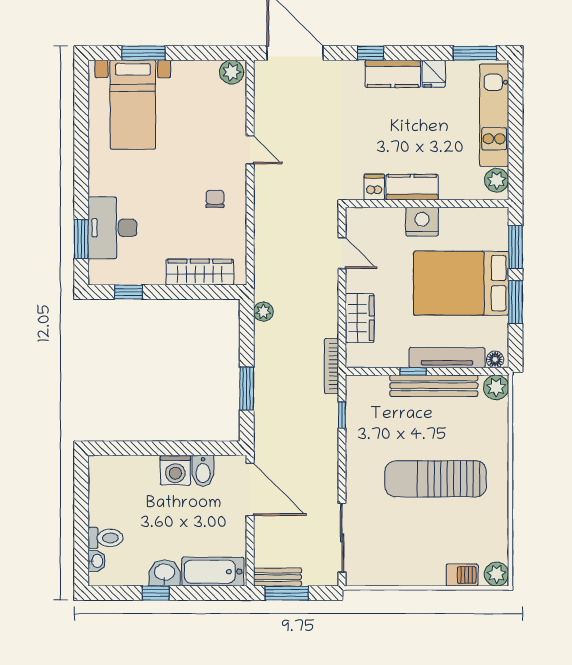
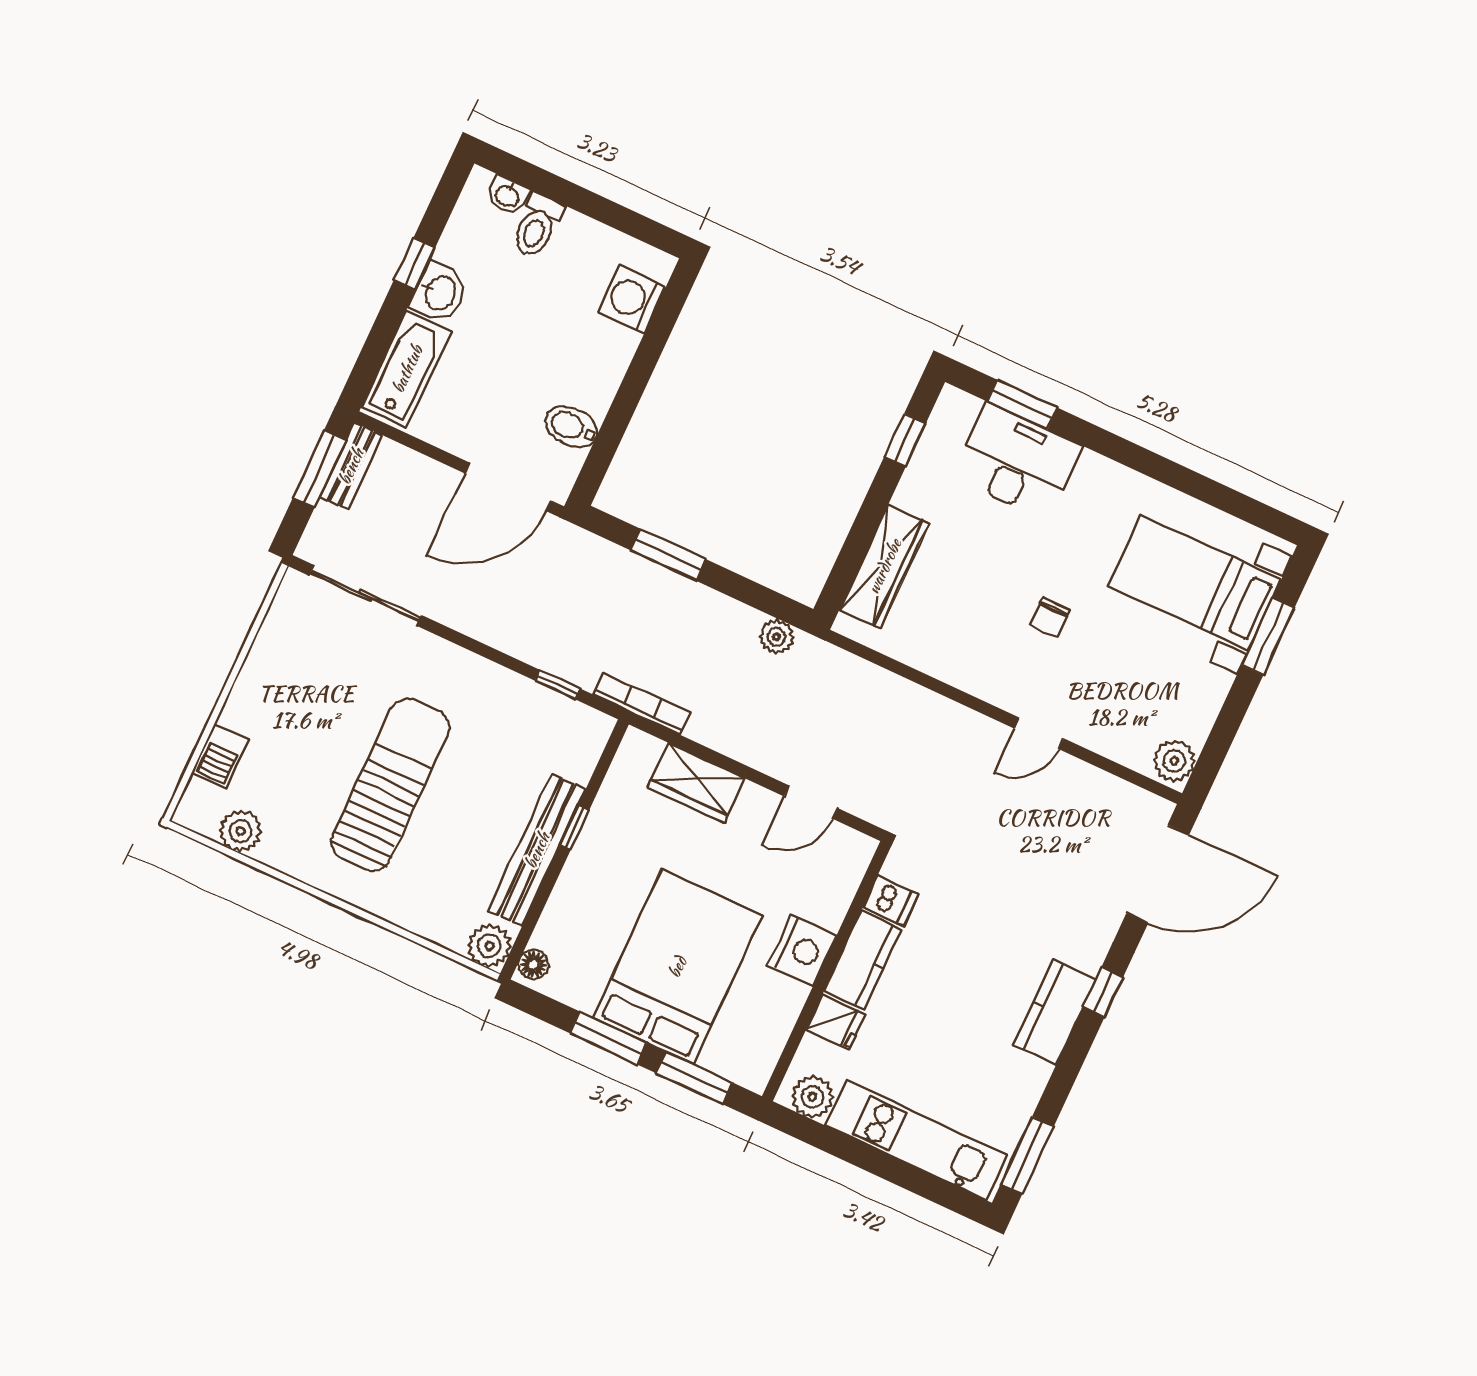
fridge: (434, 74) -> (836, 1022), moved, turned 180
chair: (215, 199) -> (1050, 617), moved, turned 90
tv unit: (447, 358) -> (571, 891), removed
washing machine: (175, 470) -> (632, 299), moved
plant: (496, 574) -> (241, 831), moved

